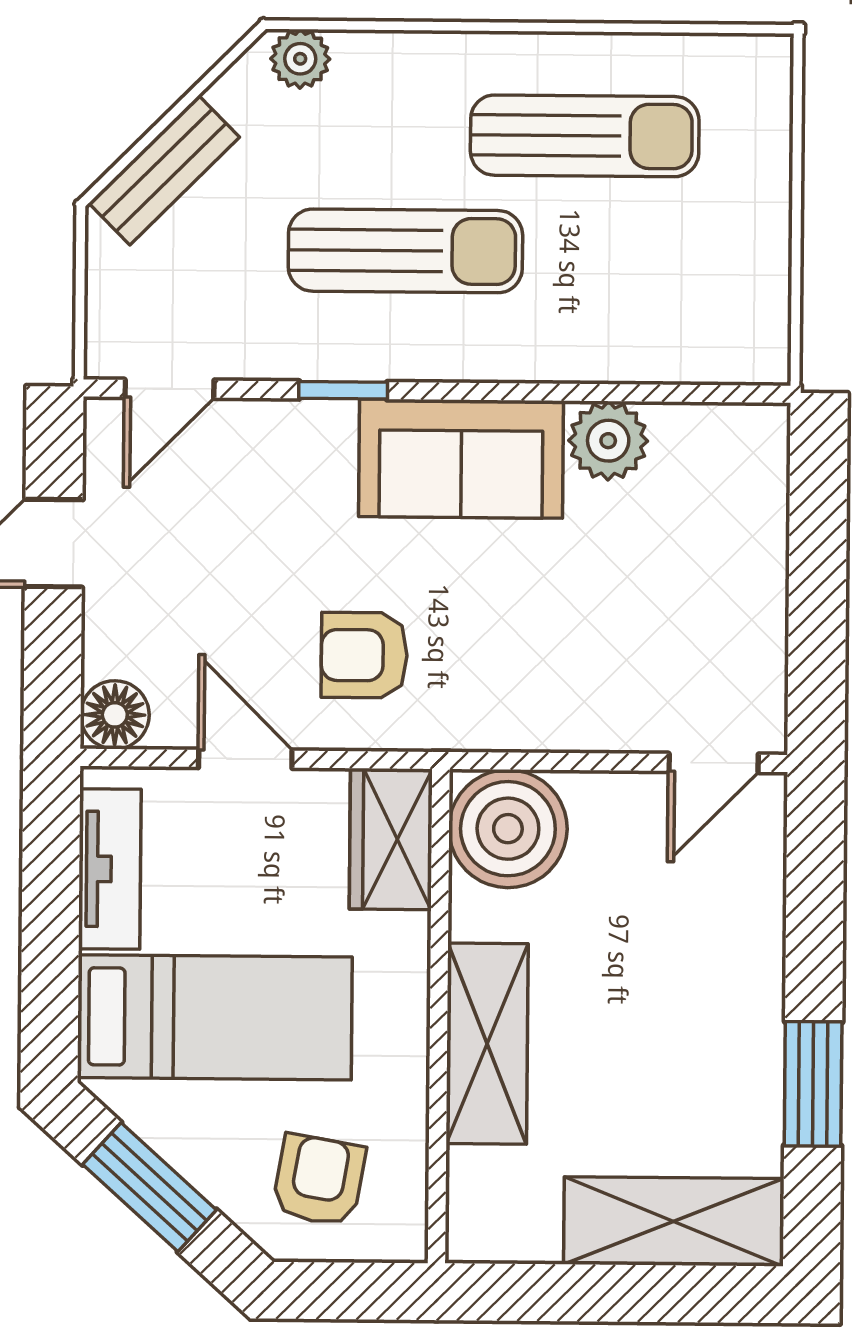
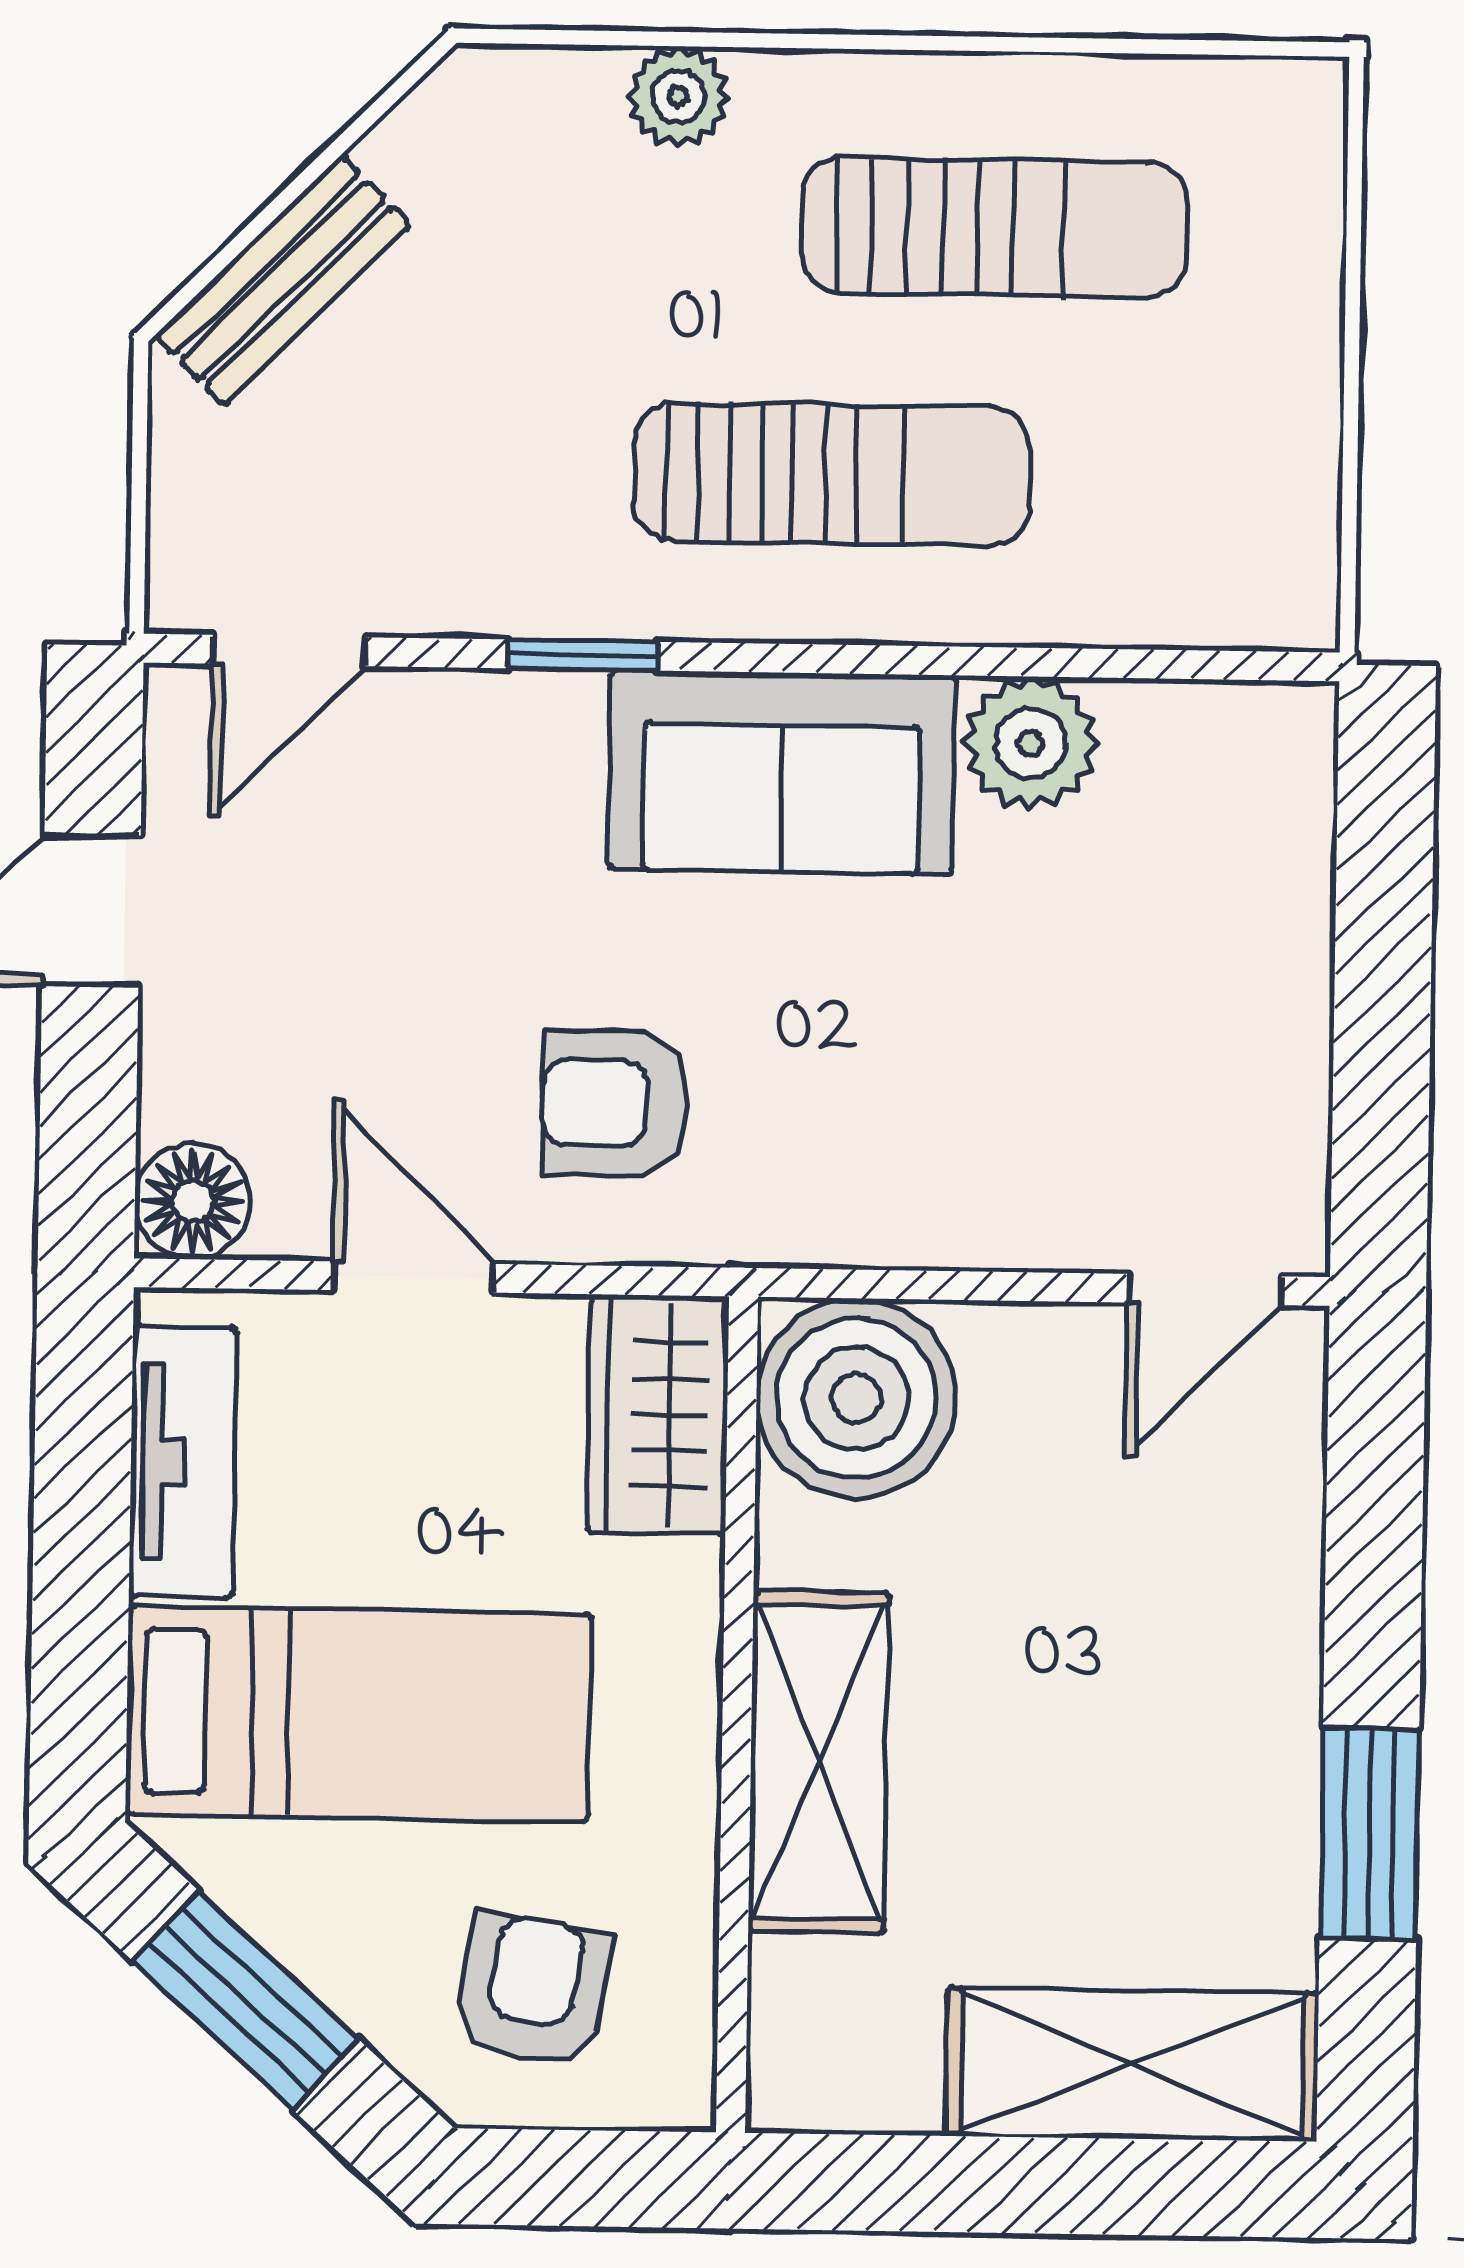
plant: (300, 59) -> (678, 96), moved
sun lounger: (405, 251) -> (832, 474), moved

